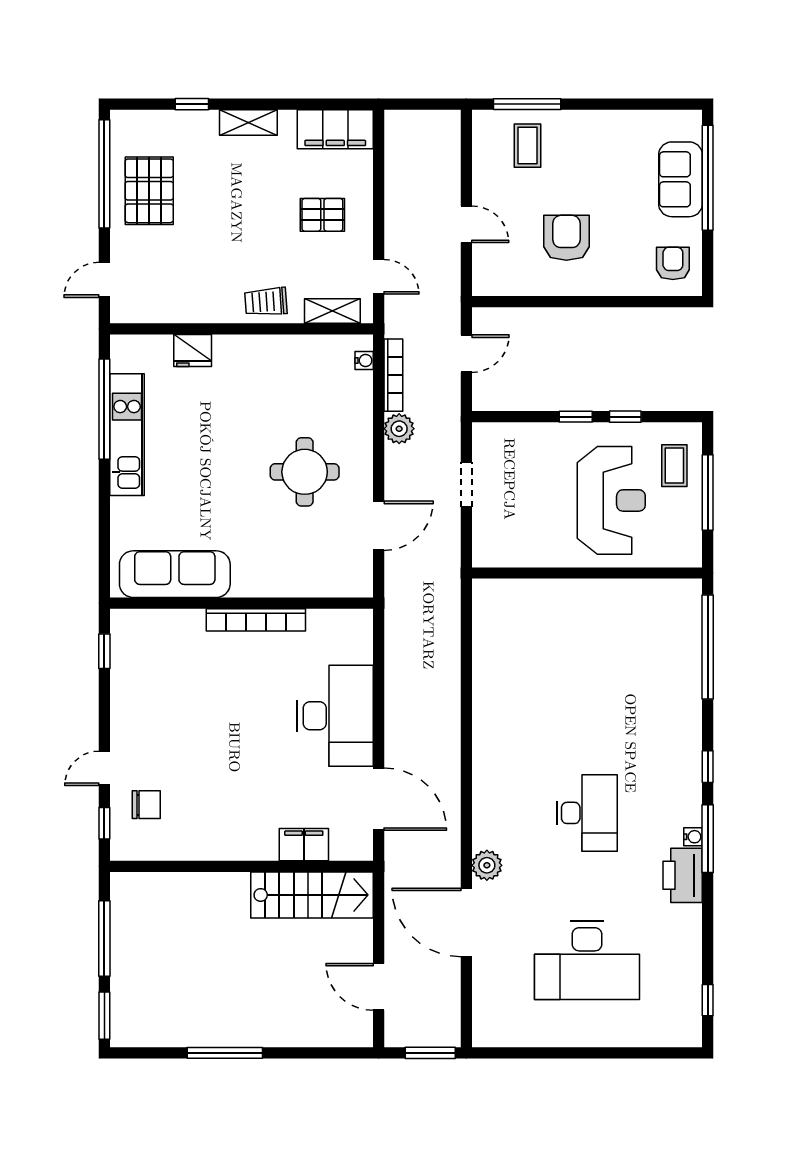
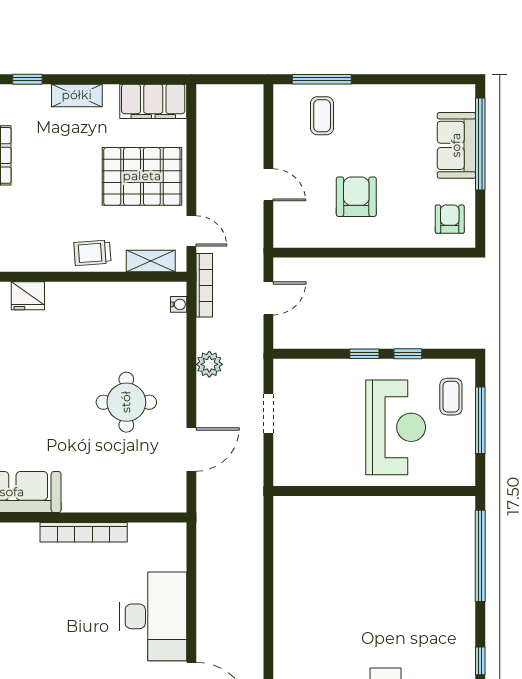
pallet: (322, 215) -> (142, 176), width x2.05, depth x2.00
bookcase: (393, 375) -> (204, 285), moved

